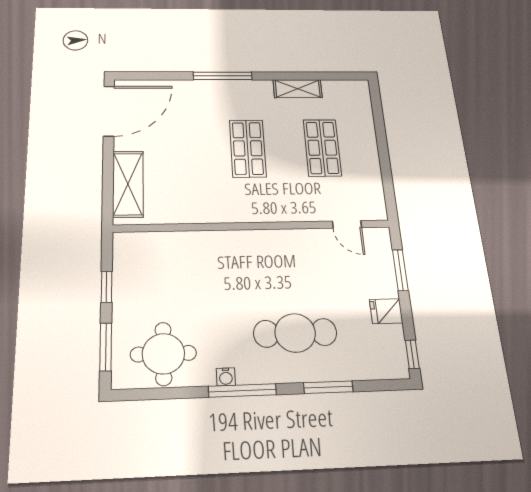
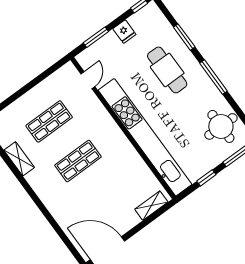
window: (223, 76) -> (41, 206), removed
shelving: (128, 184) -> (151, 206), width x0.67, depth x0.75
kitchen unit: (221, 245) -> (145, 137), added
water cooler: (226, 377) -> (212, 89), removed

